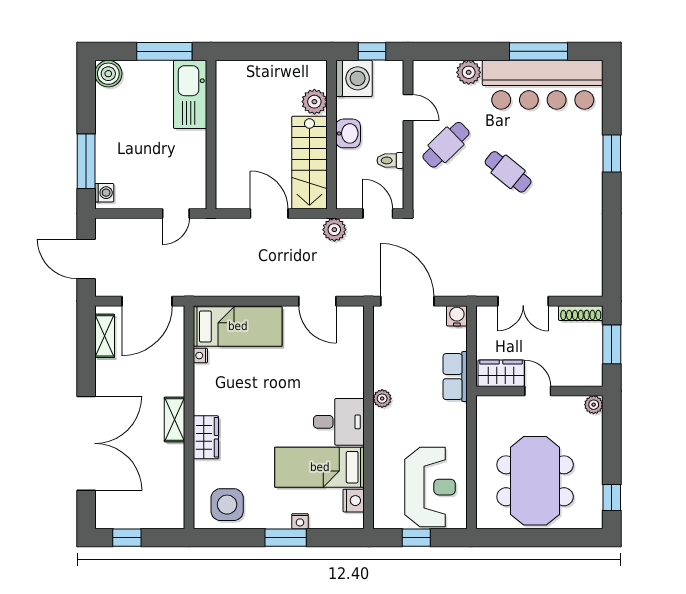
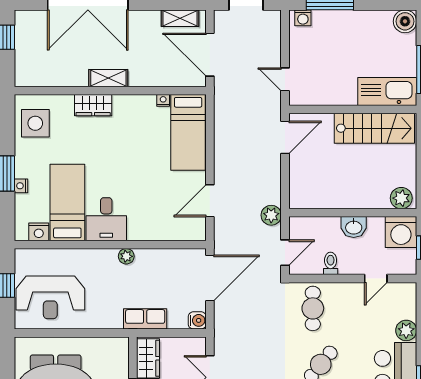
plant: (314, 102) -> (401, 198), moved
cafe table: (446, 145) -> (313, 308), moved, turned 44
stairs: (309, 163) -> (374, 128), moved, turned 180
door: (269, 214) -> (285, 137), moved

